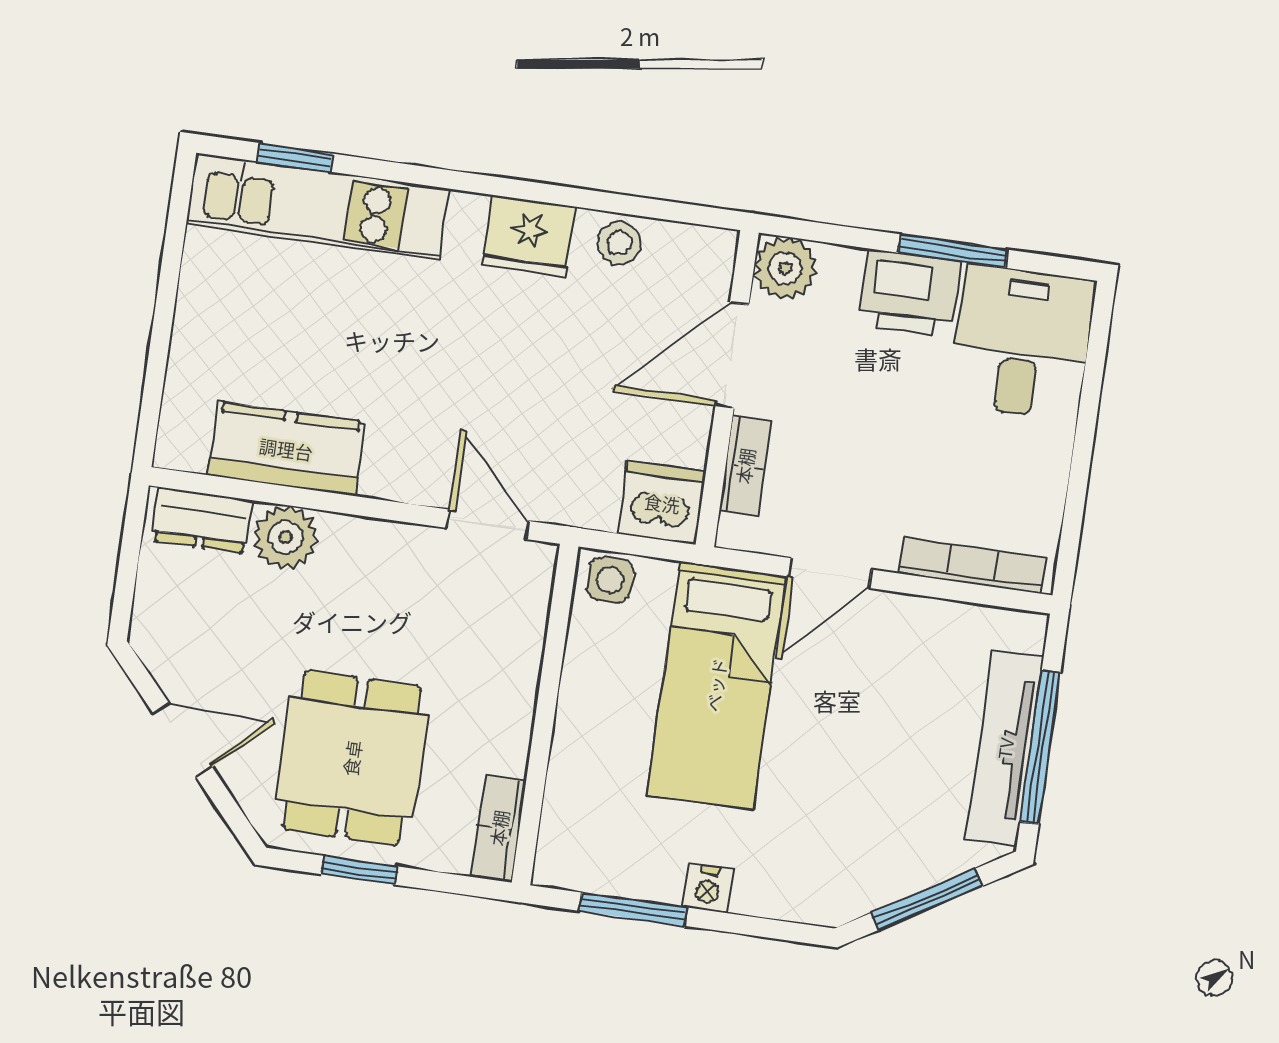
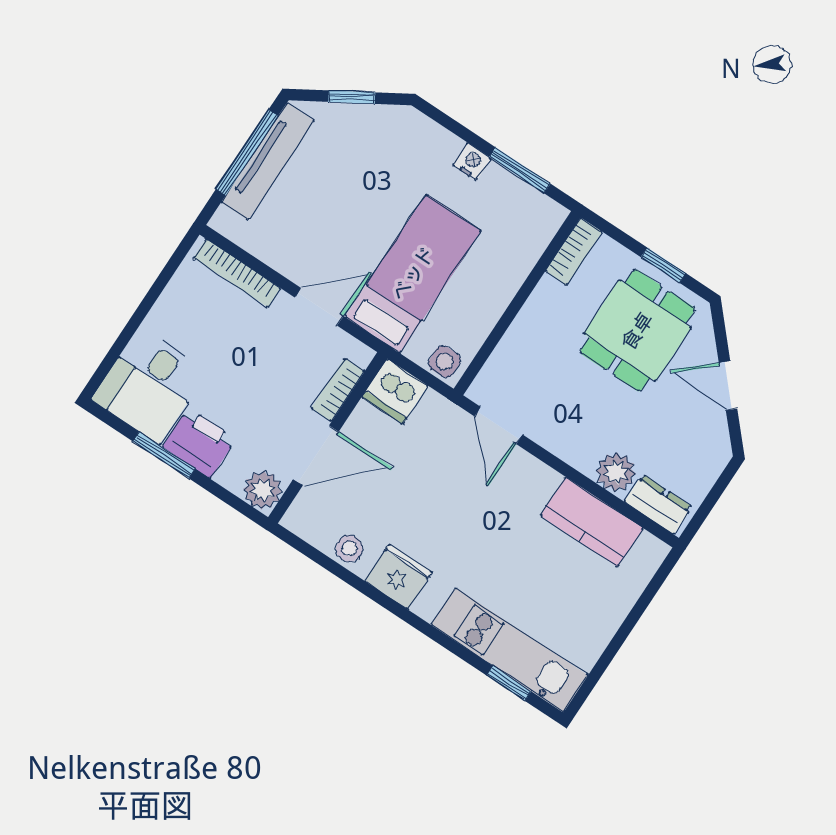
window: (927, 899) -> (352, 97), width x0.67

